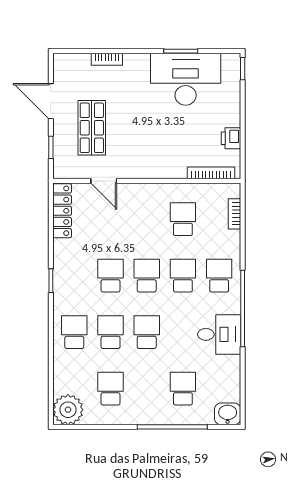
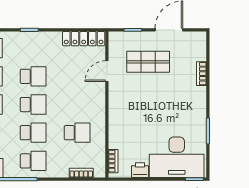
desk: (186, 79) -> (177, 157), moved, turned 90
bookcase: (211, 173) -> (113, 161), width x0.64

